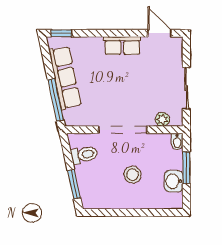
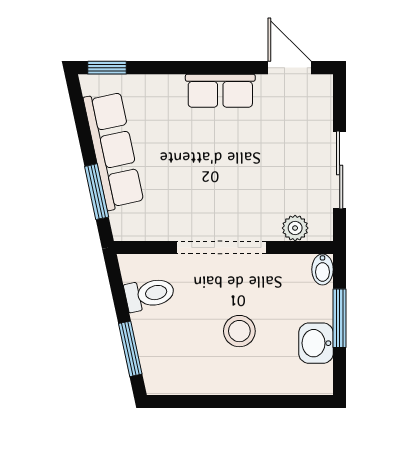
window: (56, 100) -> (97, 192), width x0.69

